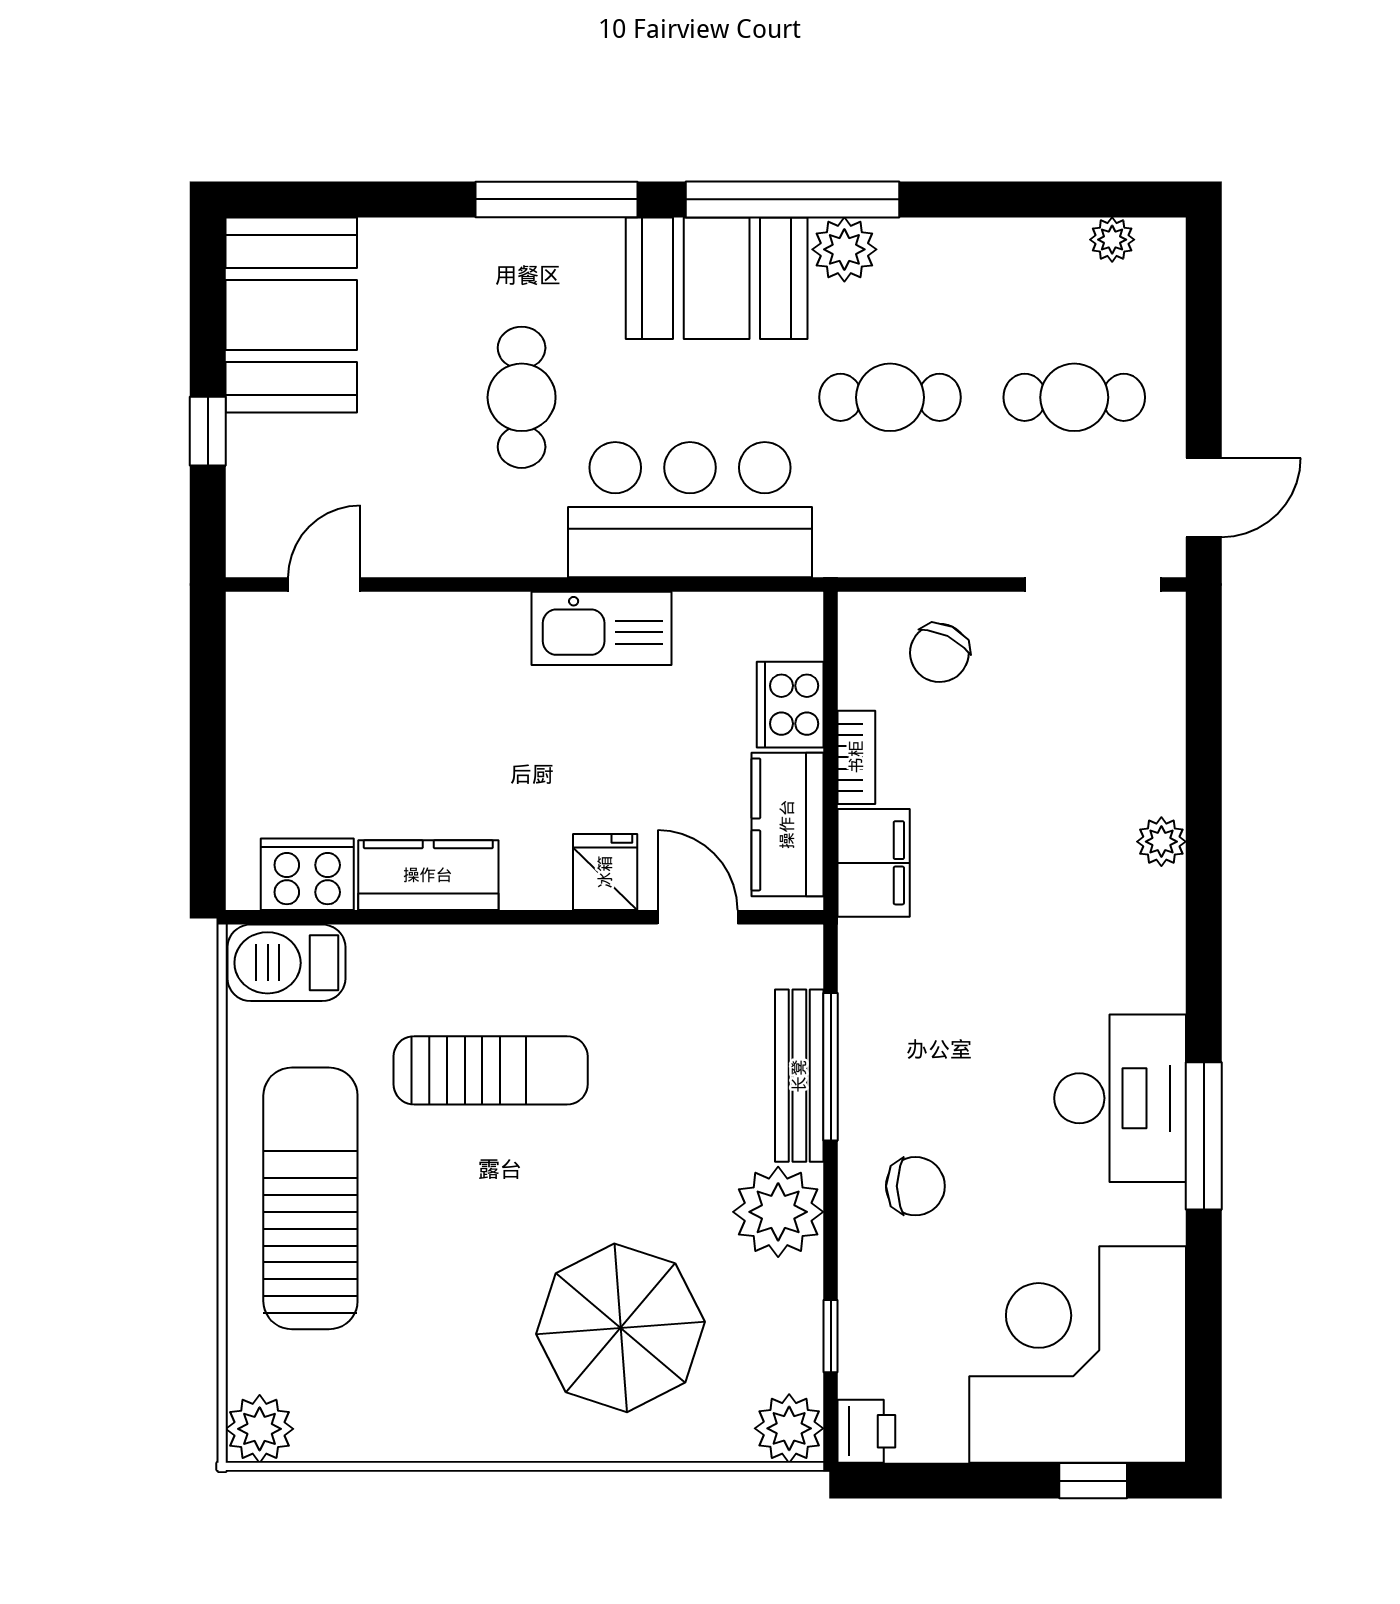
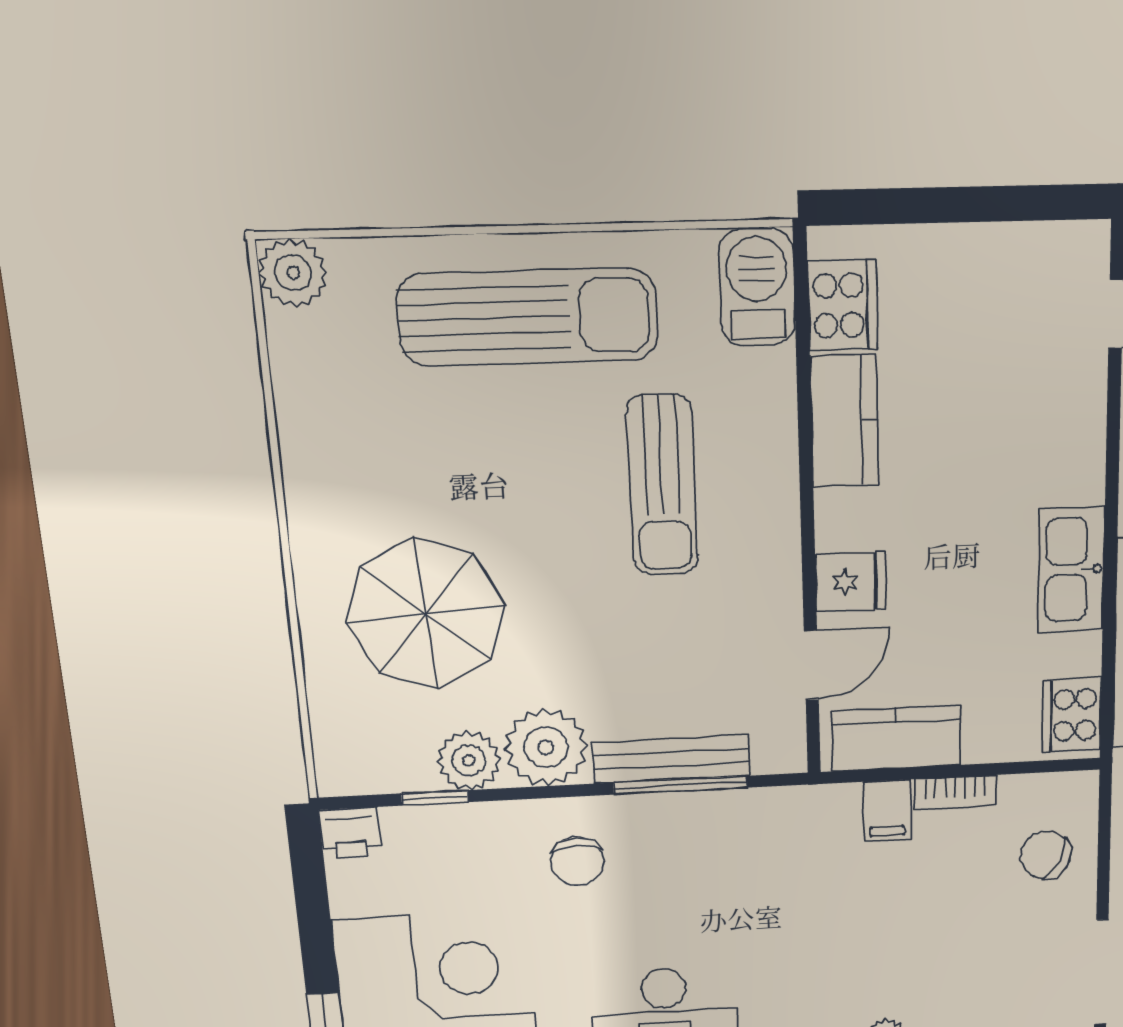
cooker: (790, 705) -> (1072, 715), moved, turned -90
filing cabinet: (874, 863) -> (887, 810), width x0.50
plant: (789, 1428) -> (469, 761), moved

